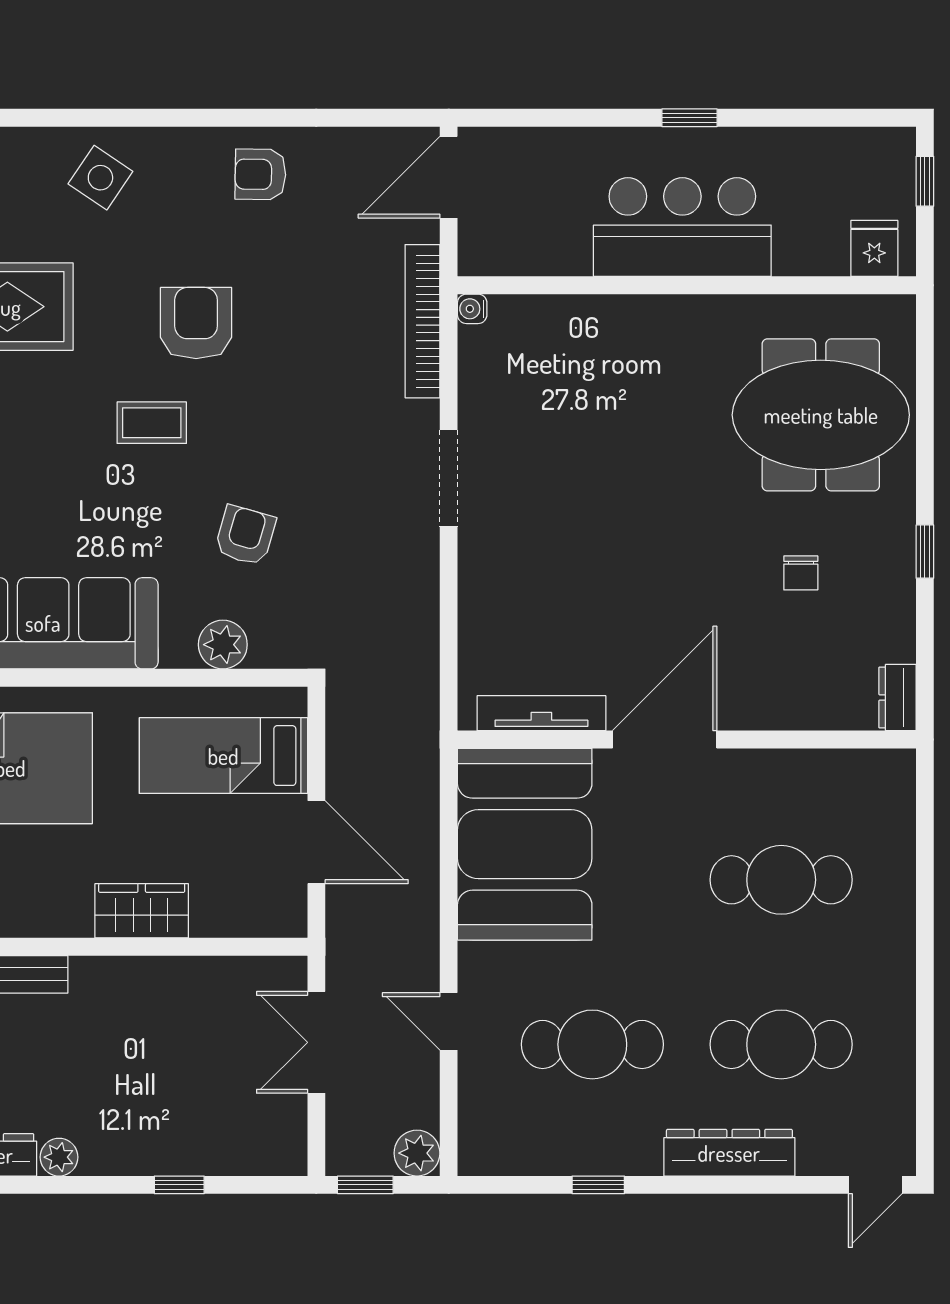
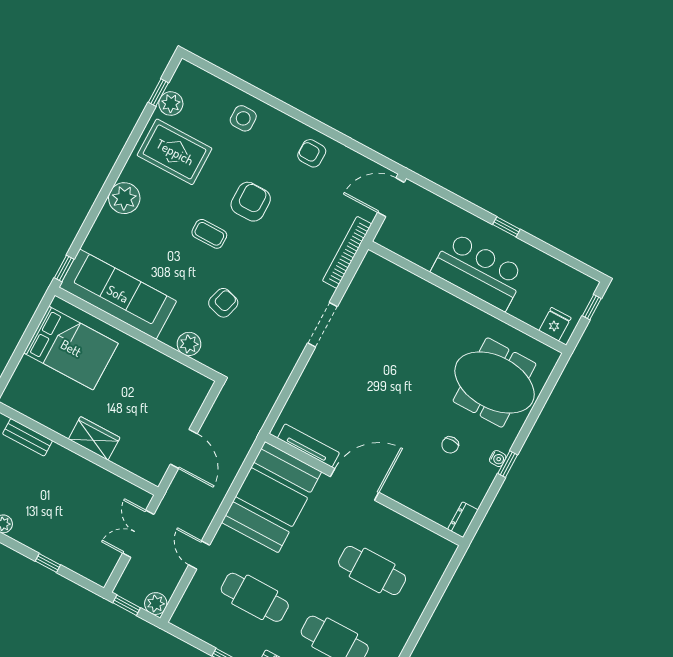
side table: (100, 178) -> (243, 118), turned -34
water cooler: (472, 309) -> (498, 459), moved, turned 180
bed: (223, 756) -> (164, 391), removed

